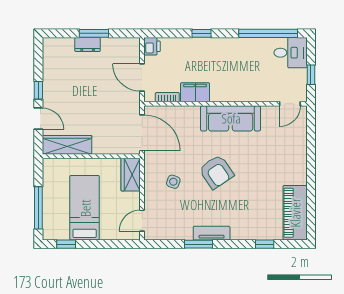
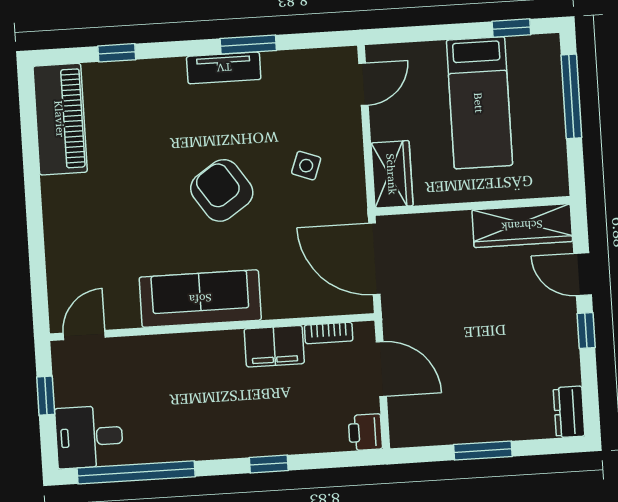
dresser: (88, 45) -> (569, 412), moved, turned -90

